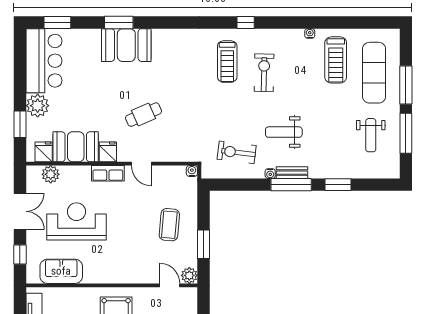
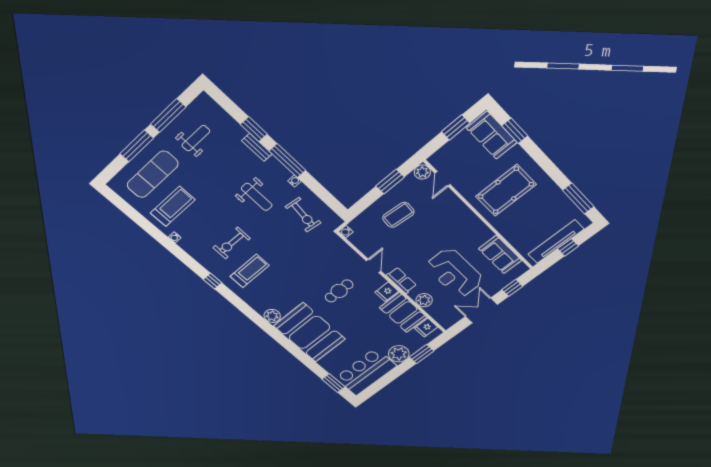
window: (119, 22) -> (296, 351), removed
plant: (170, 37) -> (272, 316), added
booth: (126, 45) -> (309, 332), width x1.36, depth x1.42
cafe table: (144, 115) -> (339, 291), turned -66
bench: (292, 173) -> (257, 147), moved
plant: (51, 174) -> (424, 300), moved

